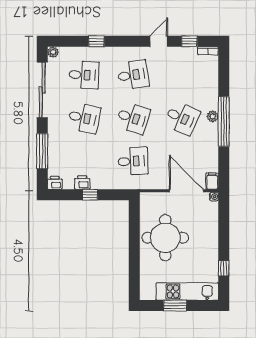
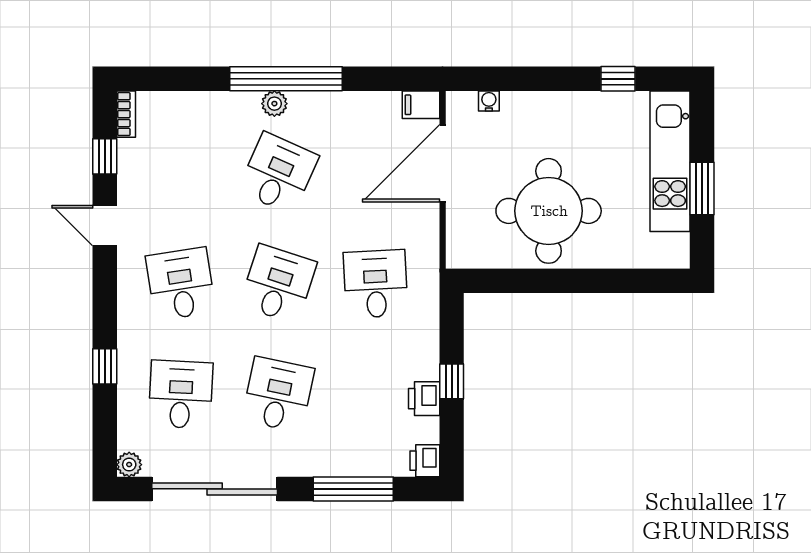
water cooler: (214, 197) -> (489, 101), moved

